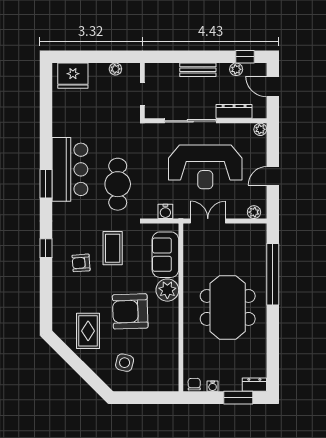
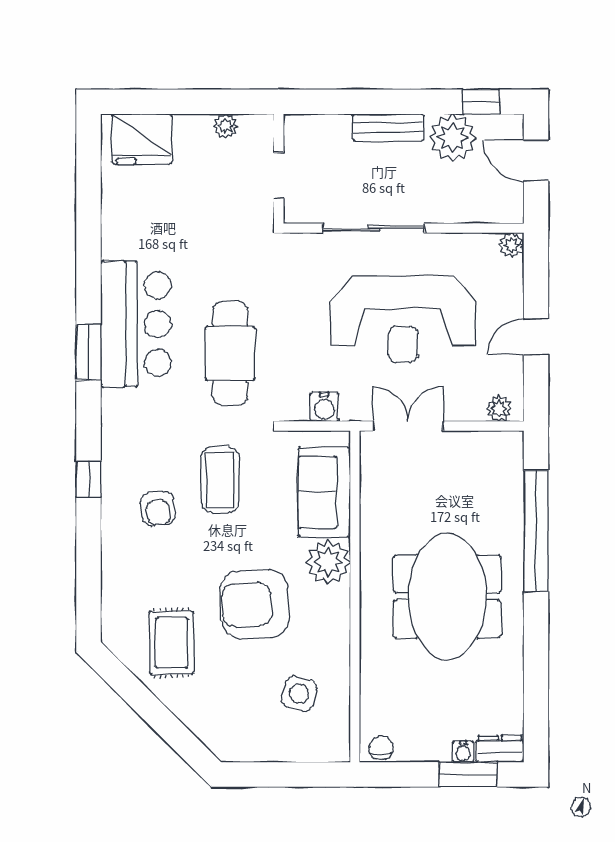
plant: (236, 69) -> (453, 138), width x1.87, depth x1.87
dresser: (234, 111) -> (460, 210), removed
armchair: (81, 263) -> (158, 509), turned -94
side table: (125, 363) -> (299, 694), moved
water cooler: (213, 386) -> (463, 752), moved

